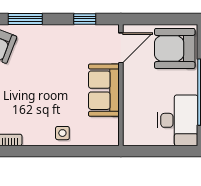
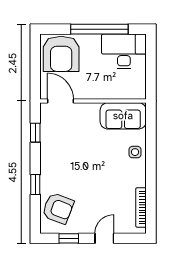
window: (25, 19) -> (35, 184), width x0.67
sofa: (104, 90) -> (123, 116), moved

